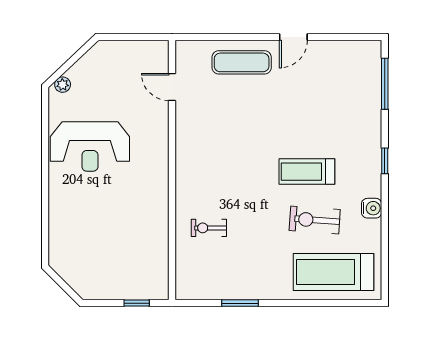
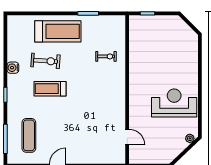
exercise mat: (242, 62) -> (29, 135), moved, turned 90
treadmill: (307, 172) -> (50, 89), turned 180
treadmill: (333, 272) -> (58, 31), moved

